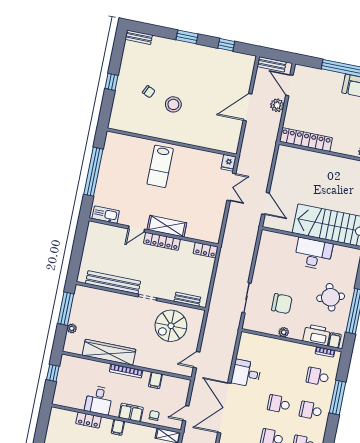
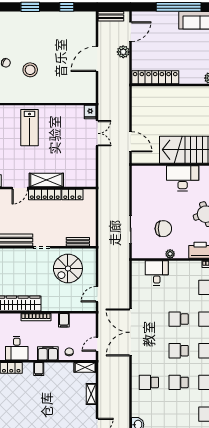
door: (289, 85) -> (131, 32), swing flipped
locker: (206, 250) -> (72, 194), moved
desk: (246, 373) -> (157, 273), moved, turned 90

